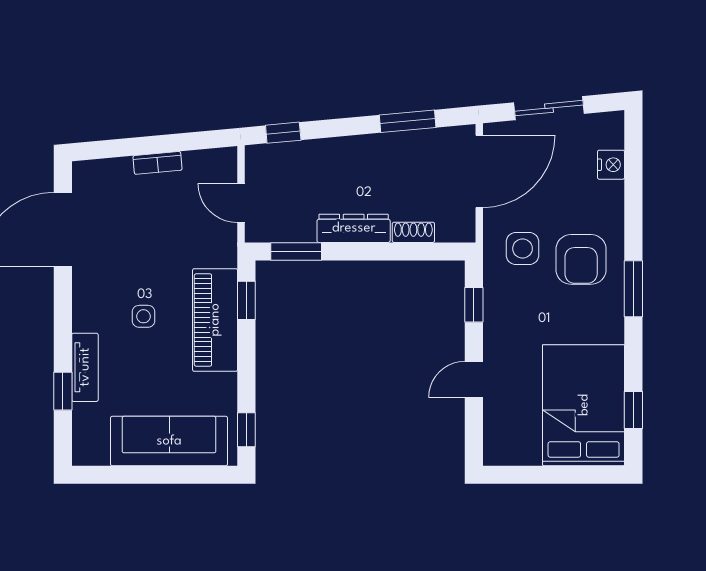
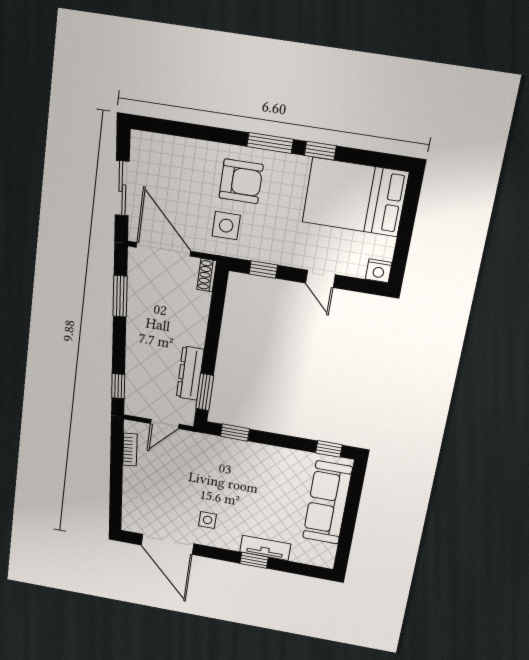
bookcase: (158, 163) -> (130, 450), moved
nightstand: (611, 165) -> (379, 271), moved, turned 180
dresser: (354, 228) -> (190, 373), moved
shoe rack: (413, 232) -> (207, 275), moved
side table: (144, 316) -> (208, 520), moved
piano: (215, 320) -> (246, 456), removed
window: (63, 391) -> (254, 560), moved
window: (633, 410) -> (320, 151), moved

